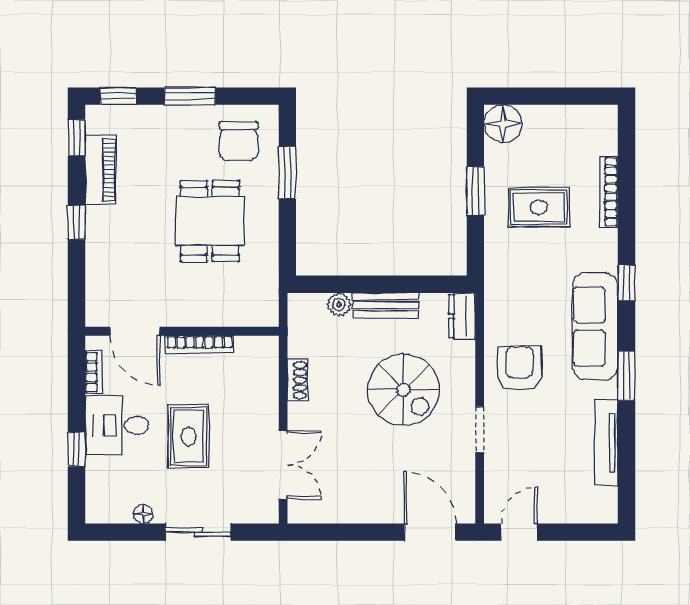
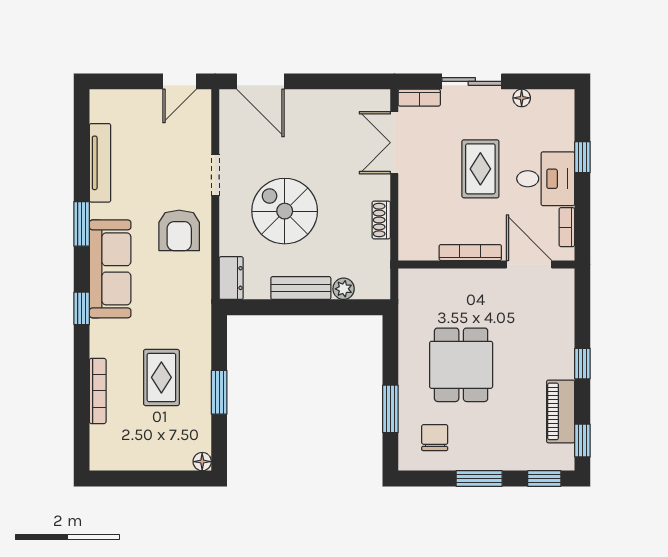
floor lamp: (503, 124) -> (202, 462), width x0.53, depth x0.53
chair: (239, 141) -> (435, 438), width x0.73, depth x0.73
rug: (539, 207) -> (161, 377), turned 90
bookcase: (256, 514) -> (419, 98), added

